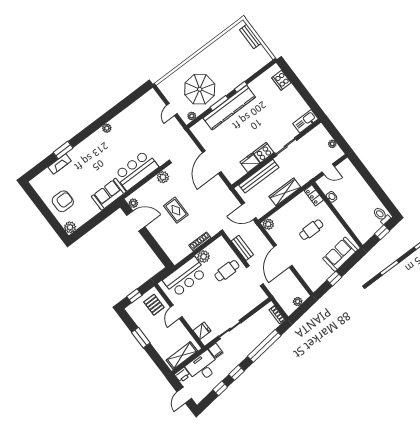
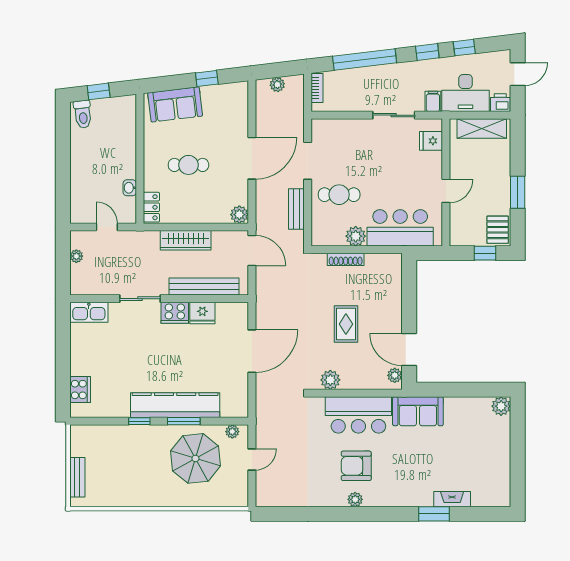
armchair: (63, 201) -> (356, 466), moved
pallet: (154, 305) -> (498, 230), moved

